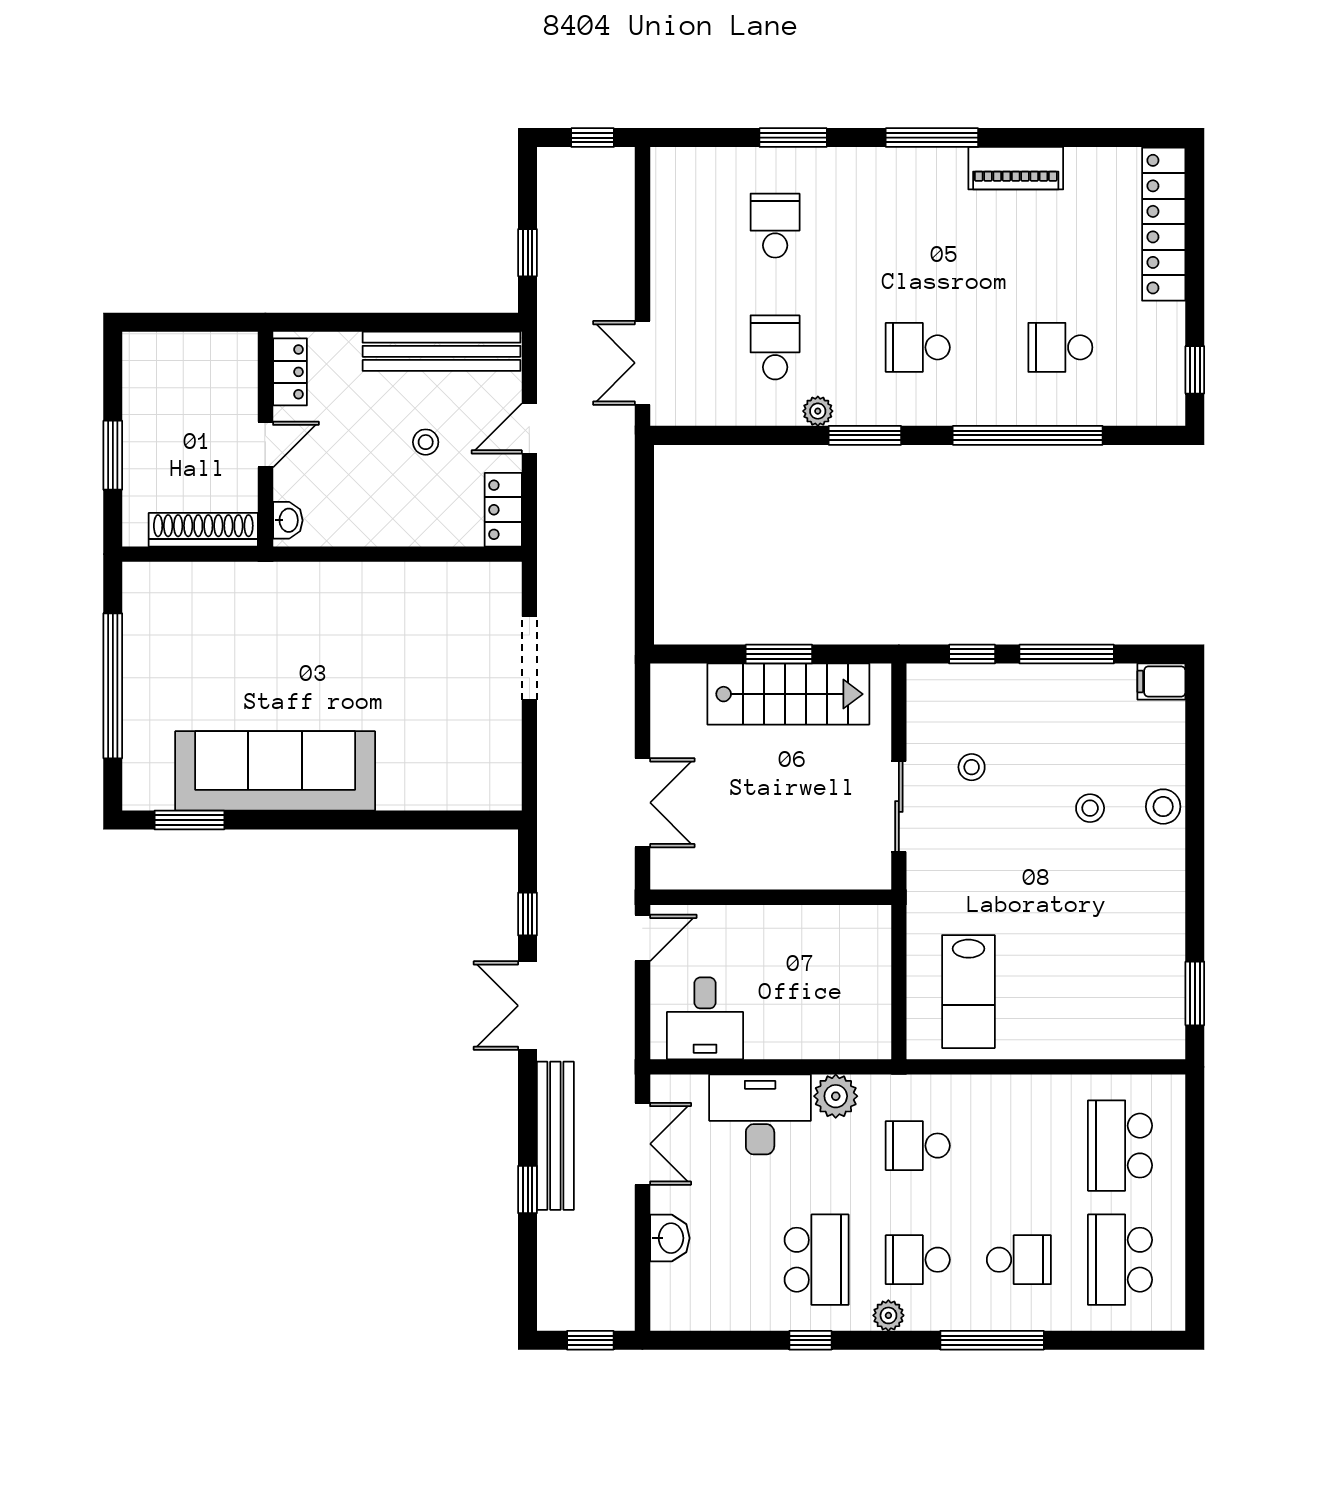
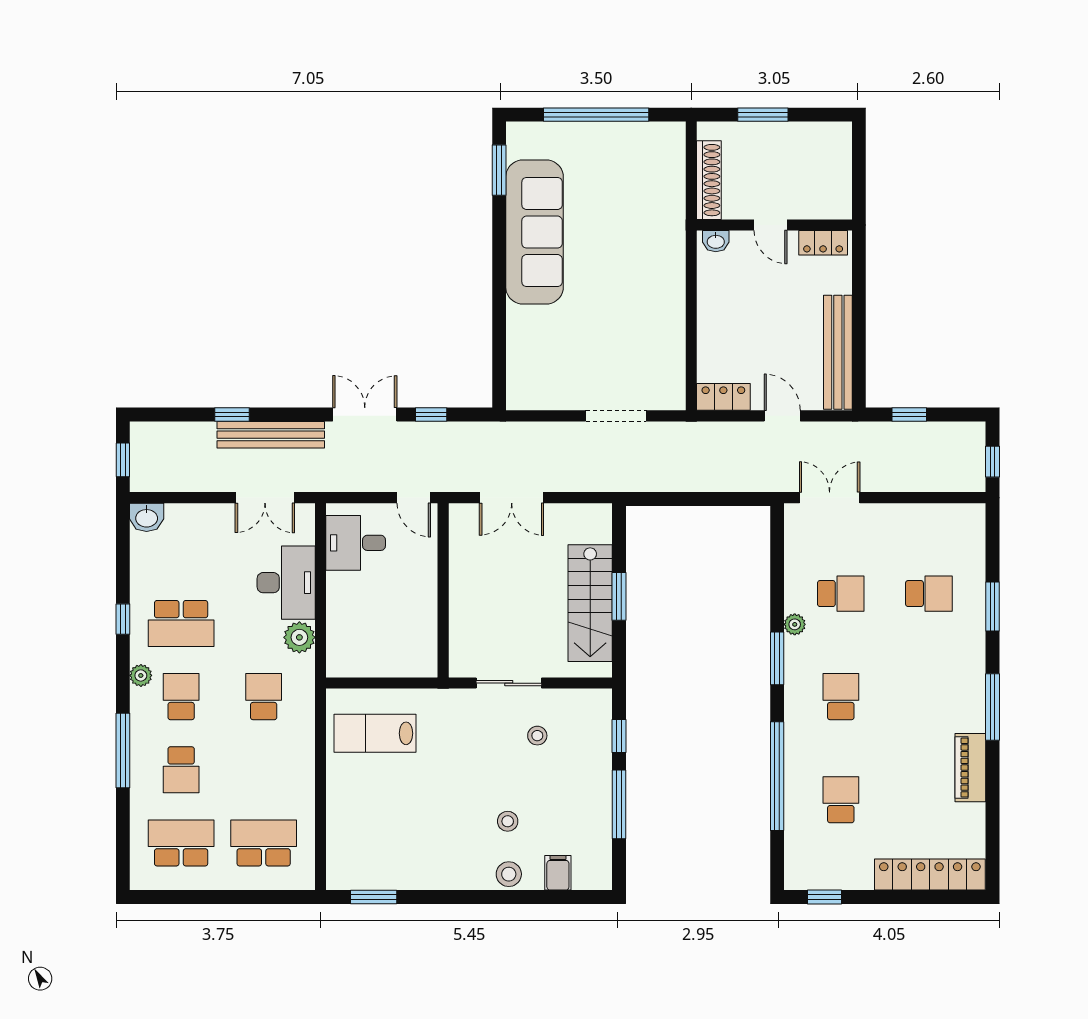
stool: (426, 442) -> (772, 341), removed
filing cabinet: (1161, 682) -> (558, 873), moved
washbasin: (670, 1238) -> (147, 517), moved

